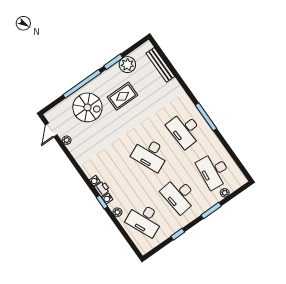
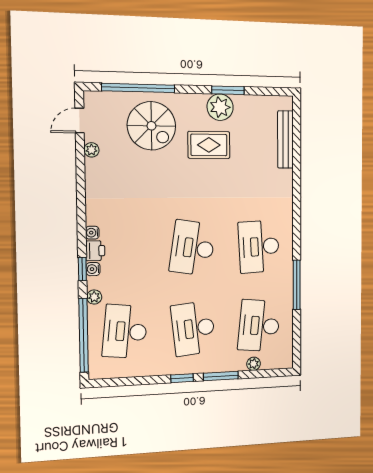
plant: (127, 65) -> (220, 107), moved
window: (82, 84) -> (138, 88), moved
window: (206, 117) -> (297, 285), moved
desk: (150, 154) -> (193, 248), turned 33
desk: (145, 219) -> (125, 331), turned 30
window: (178, 234) -> (182, 378), moved
window: (125, 235) -> (84, 335), added

